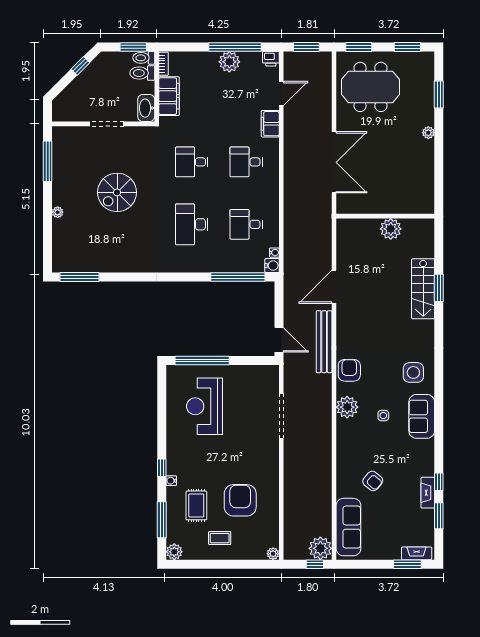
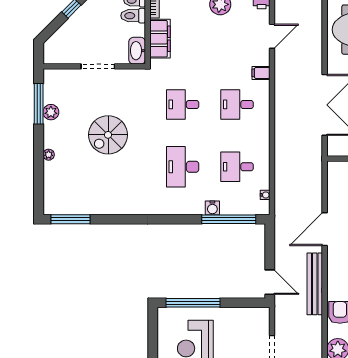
filing cabinet: (270, 124) -> (261, 73), width x0.50
plant: (60, 170) -> (51, 112), added
water cooler: (272, 266) -> (212, 208), moved, turned 90

